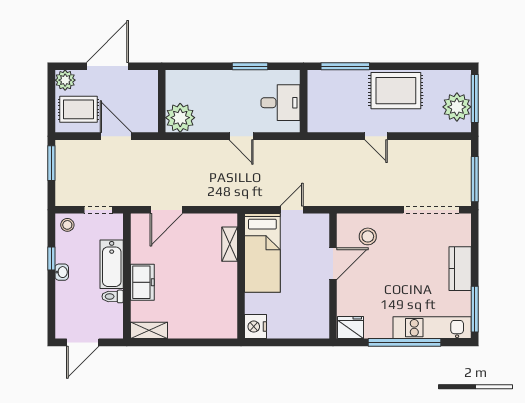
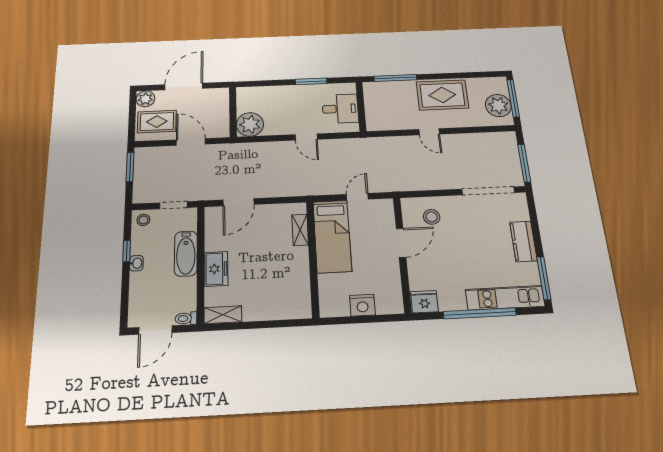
toilet: (113, 296) -> (186, 318), moved
nightstand: (256, 327) -> (362, 305), moved, turned -90

